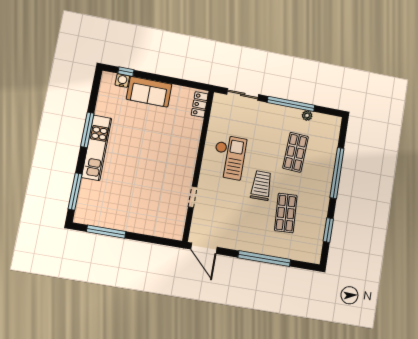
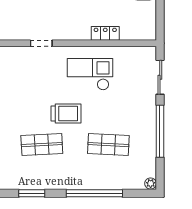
locker: (200, 105) -> (105, 33), moved
plant: (307, 116) -> (151, 183), moved
checkout: (229, 157) -> (90, 74), turned 180

